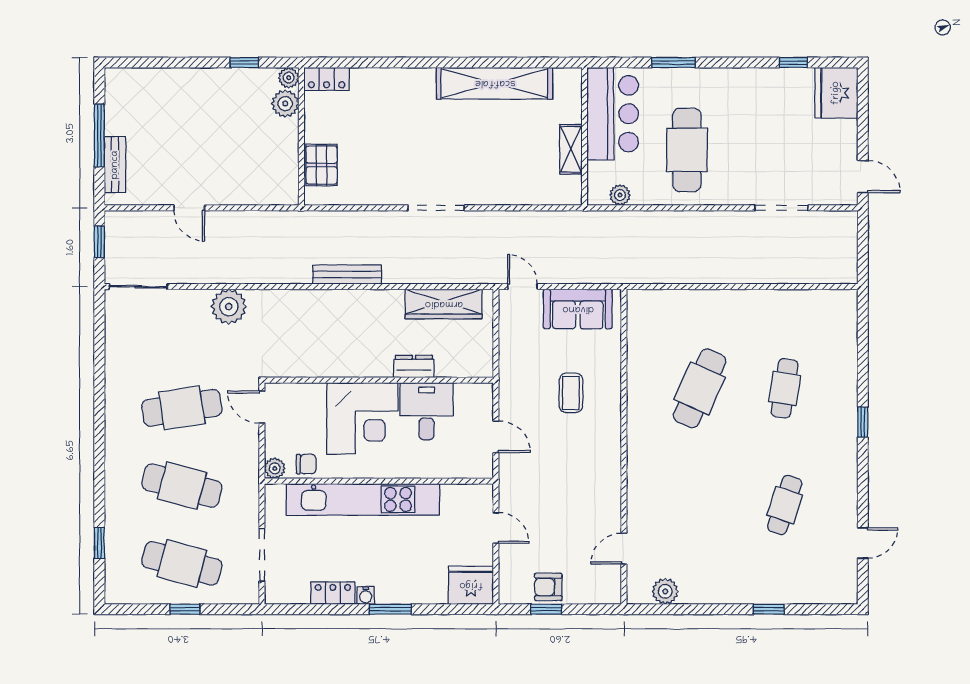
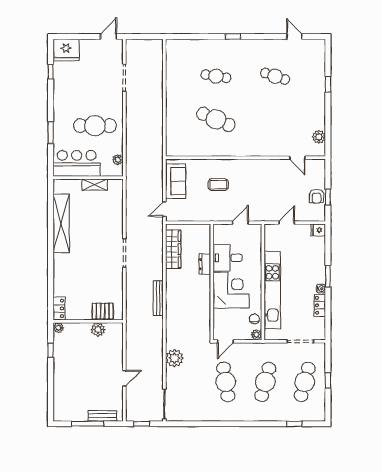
plant: (285, 104) -> (98, 329), moved
fridge: (471, 585) -> (318, 230), width x0.53, depth x0.75

